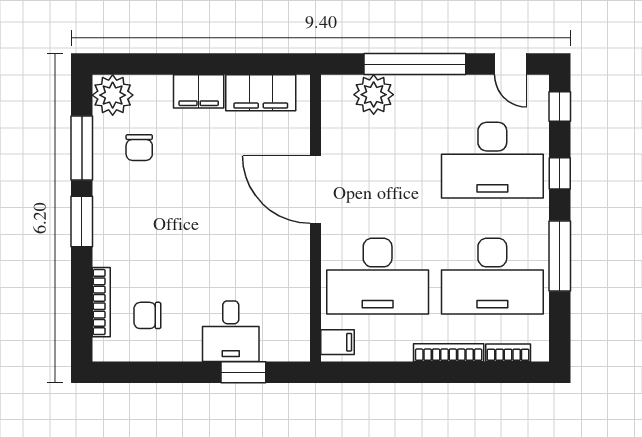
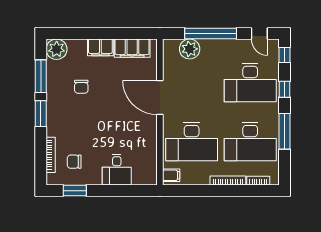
chair: (139, 148) -> (81, 87), moved
window: (243, 372) -> (75, 191), moved

